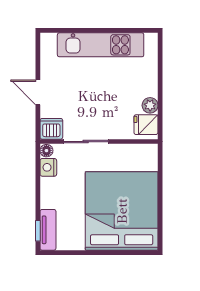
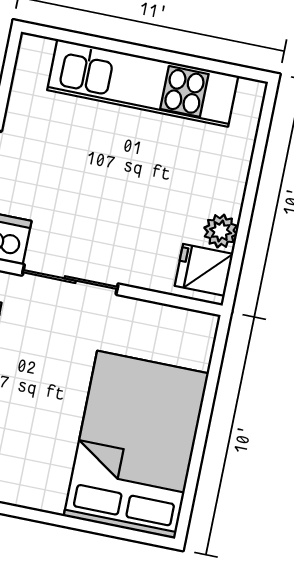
bed: (122, 211) -> (136, 445), width x0.73

